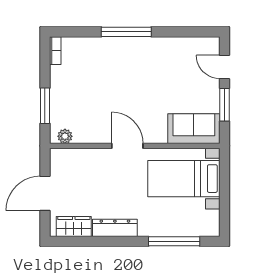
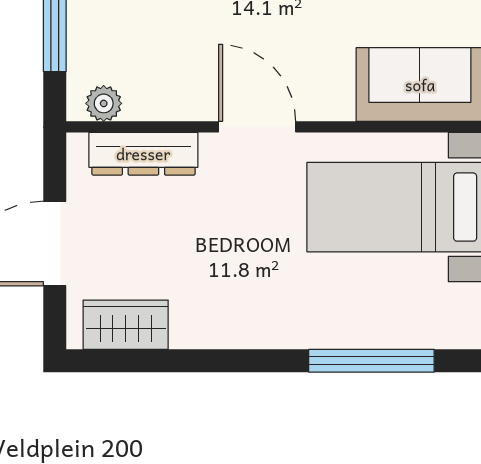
dresser: (115, 228) -> (143, 154), moved, turned 180

